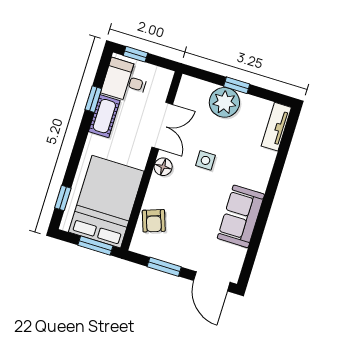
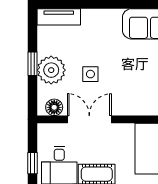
side table: (206, 160) -> (90, 74), moved
floor lamp: (163, 167) -> (54, 107), moved

